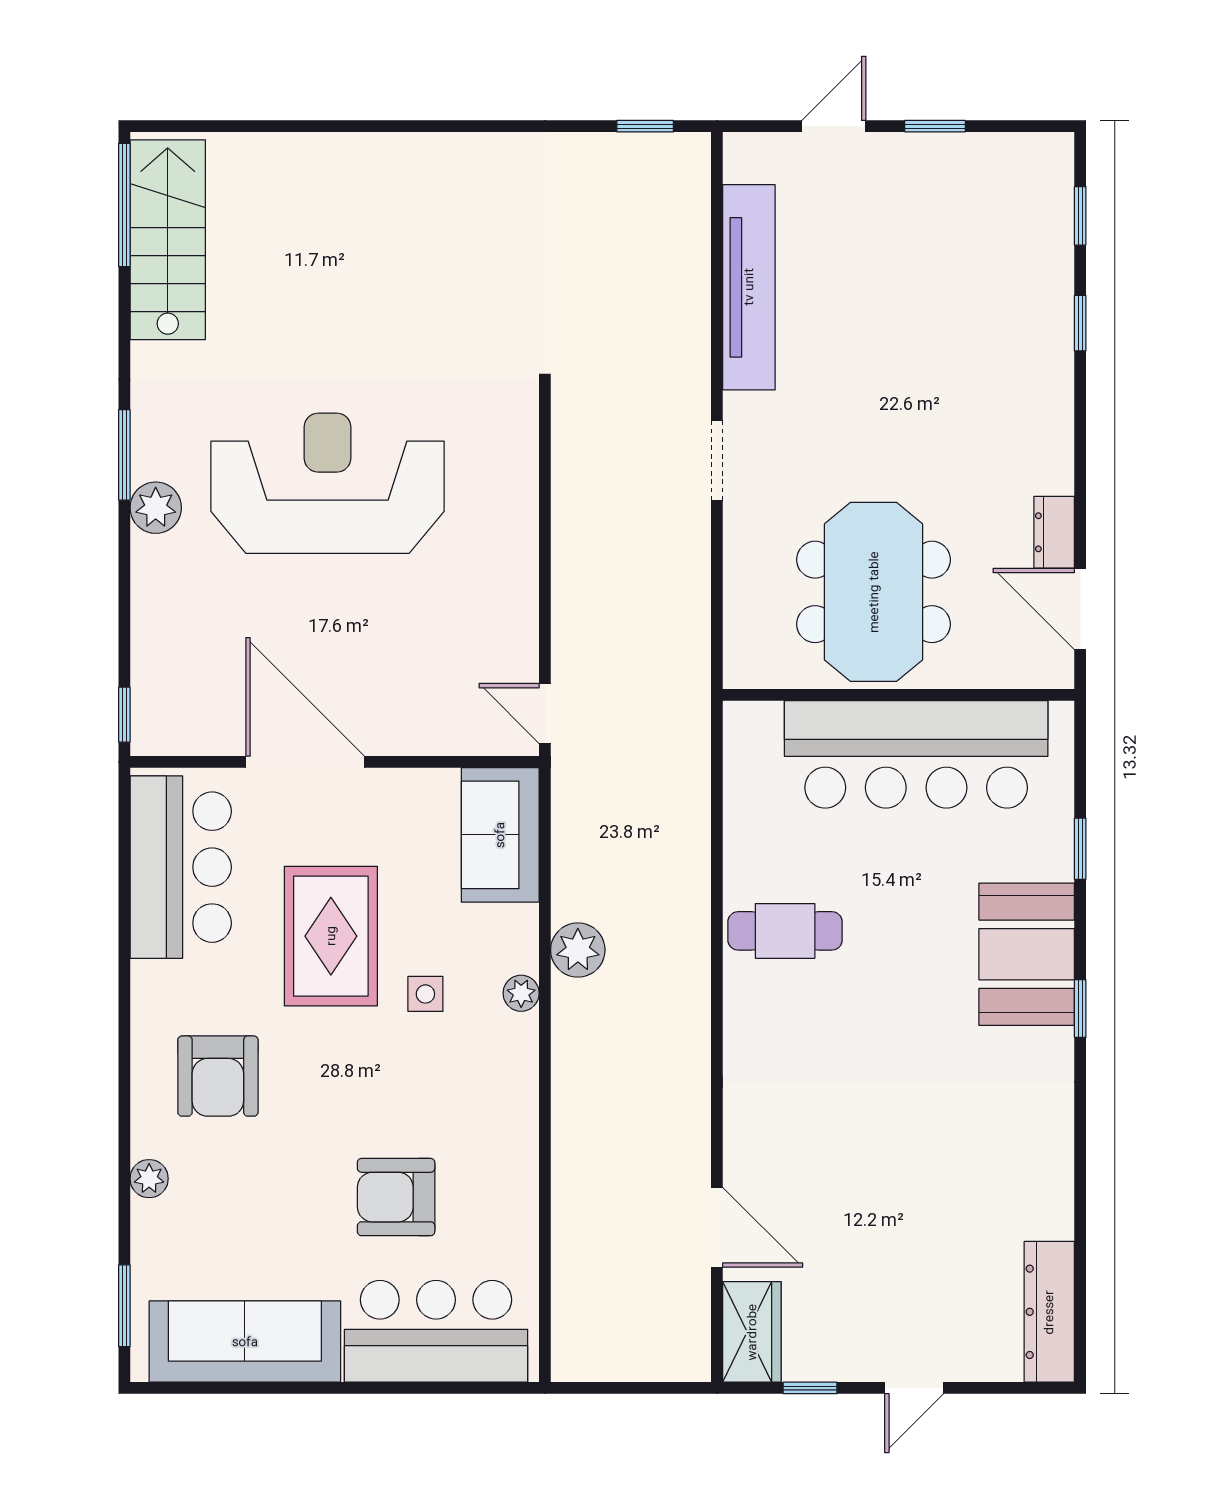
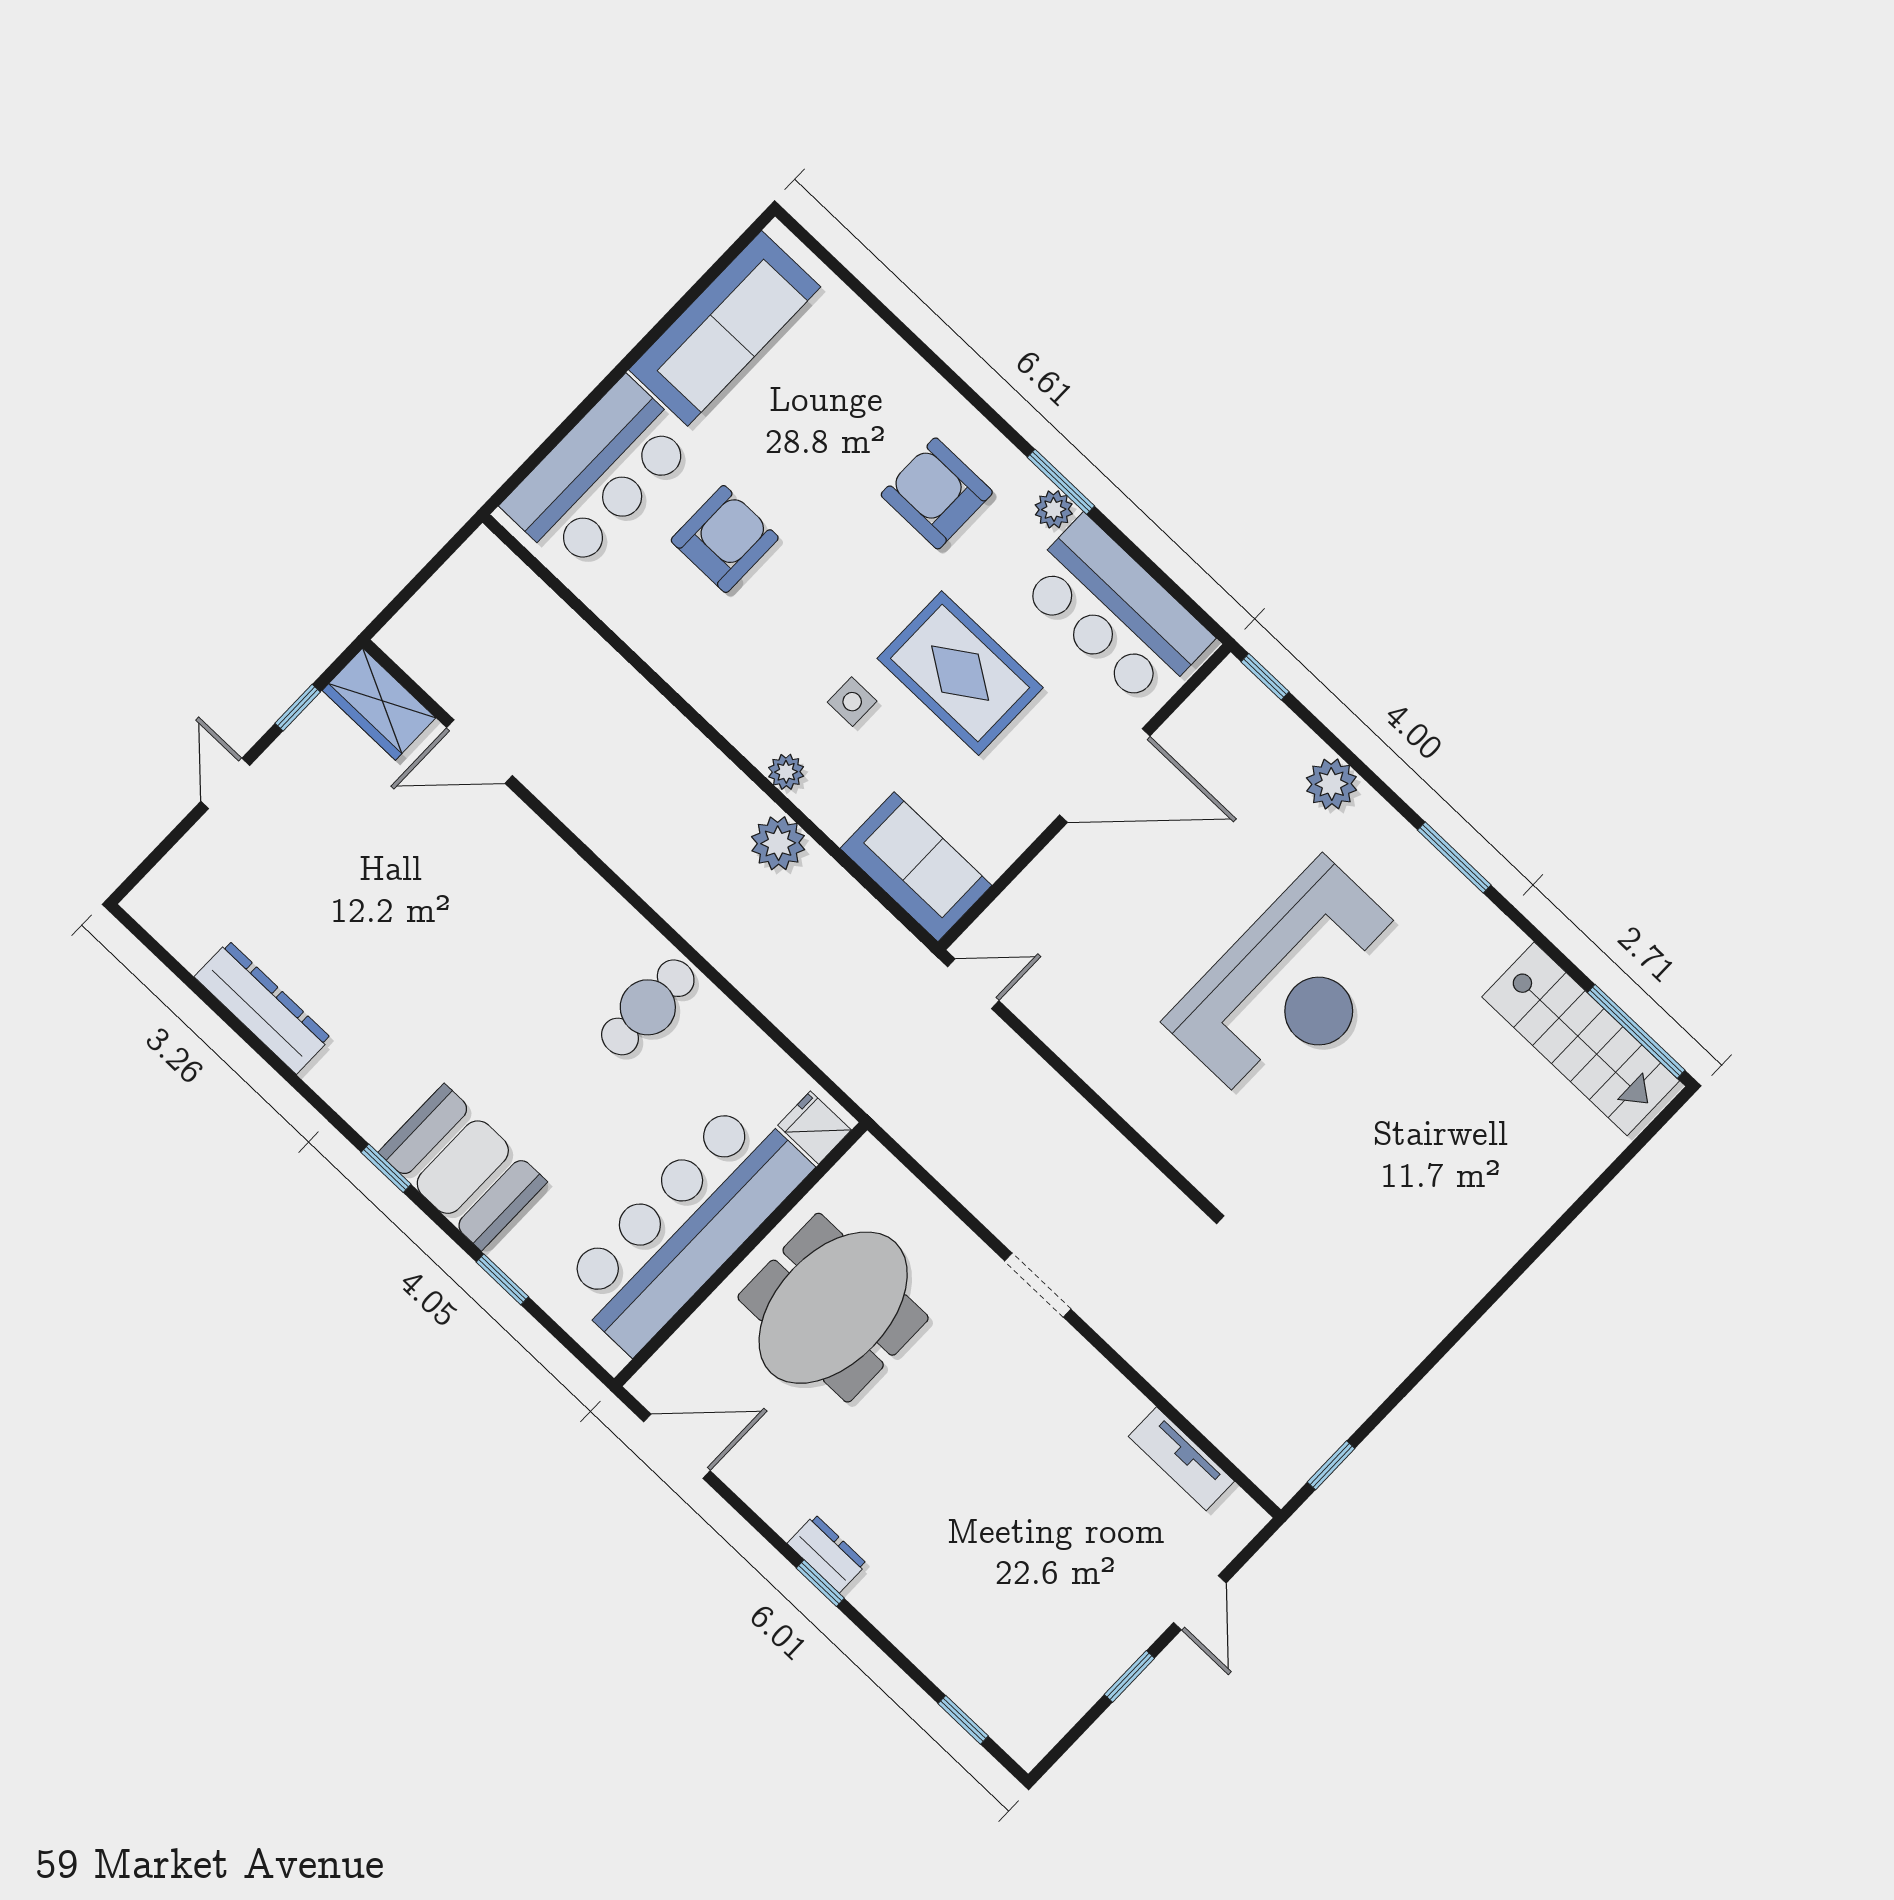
tv unit: (749, 287) -> (1181, 1459), width x0.52, depth x0.78
window: (1080, 323) -> (820, 1583), moved
plant: (156, 508) -> (1331, 784), moved
dresser: (1054, 532) -> (827, 1554), moved
meeting table: (874, 592) -> (833, 1308), turned 90
fridge: (757, 729) -> (814, 1128), added
plant: (149, 1179) -> (1054, 509), moved
window: (124, 1306) -> (1061, 482), moved
dresser: (1049, 1312) -> (263, 1007), moved

